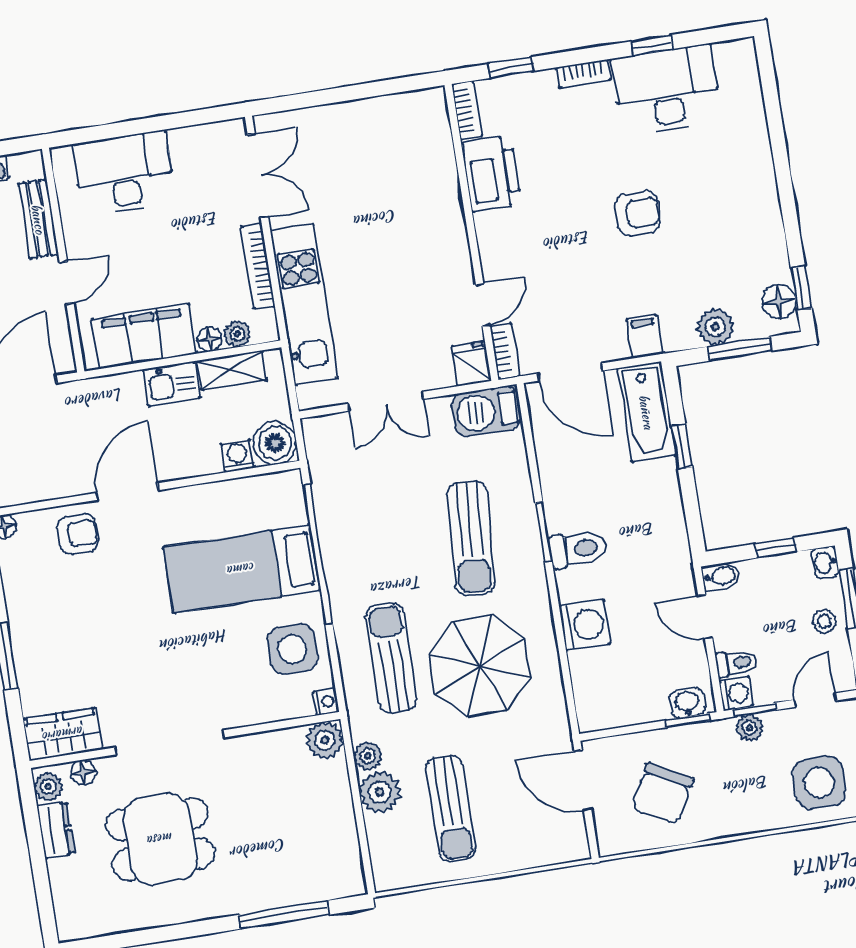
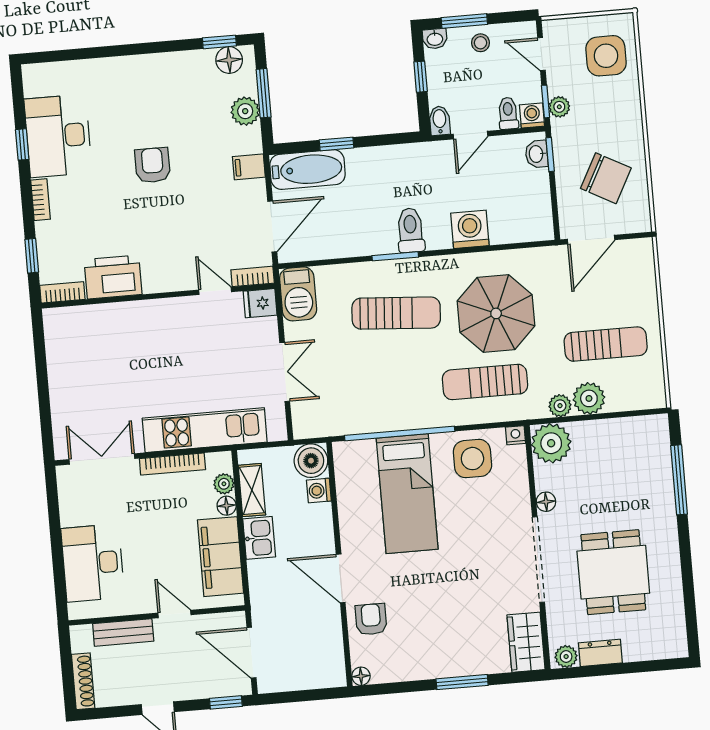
plant: (325, 740) -> (551, 443), width x1.36, depth x1.36
floor lamp: (83, 772) -> (546, 502), moved

